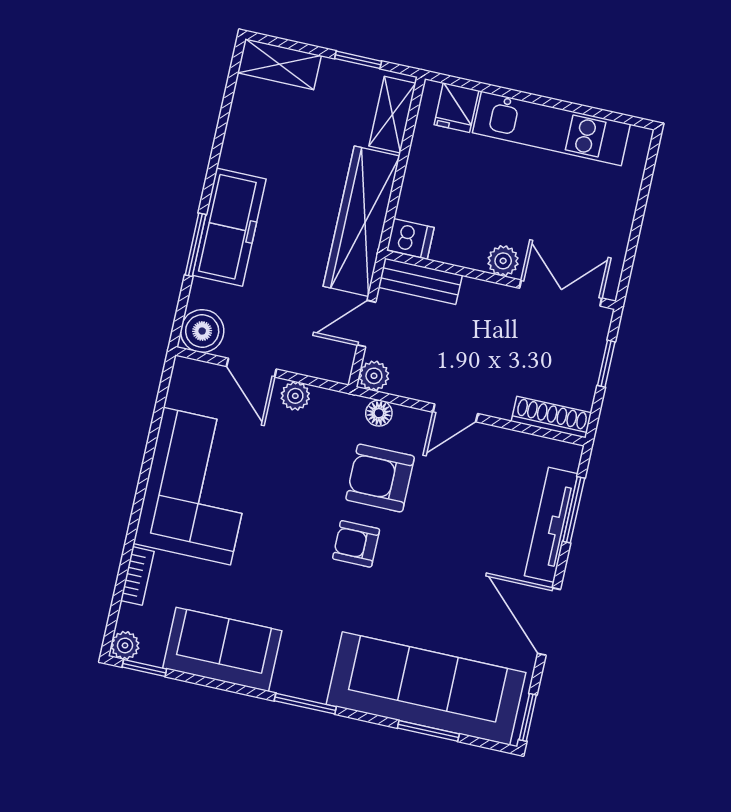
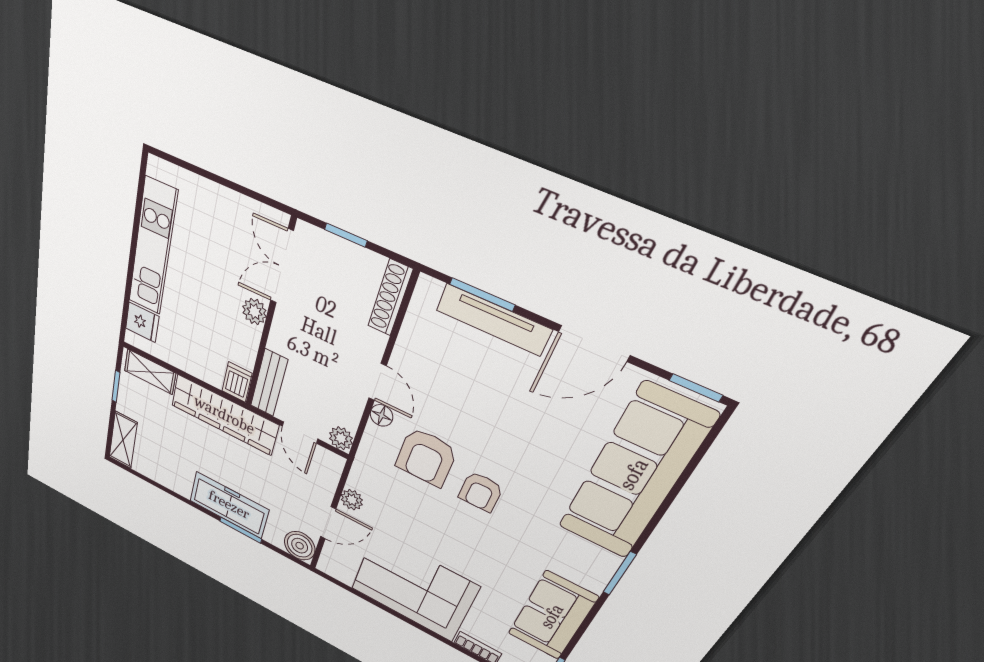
floor lamp: (379, 413) -> (382, 415), moved
window: (428, 731) -> (680, 483), removed

